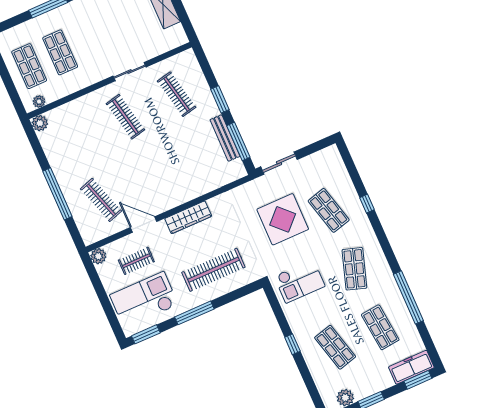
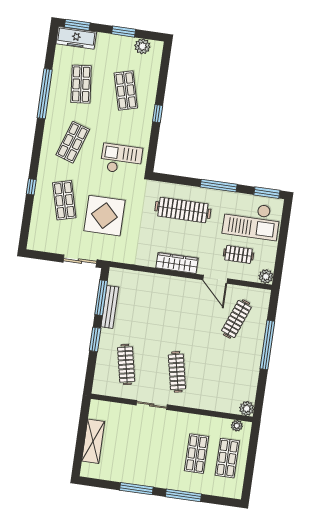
clothes rail: (101, 200) -> (236, 319), turned 39

